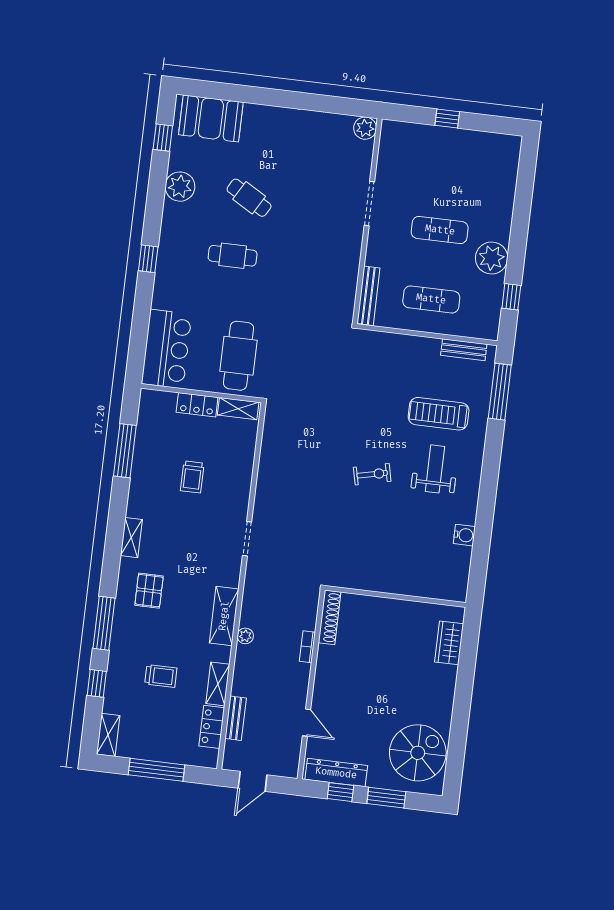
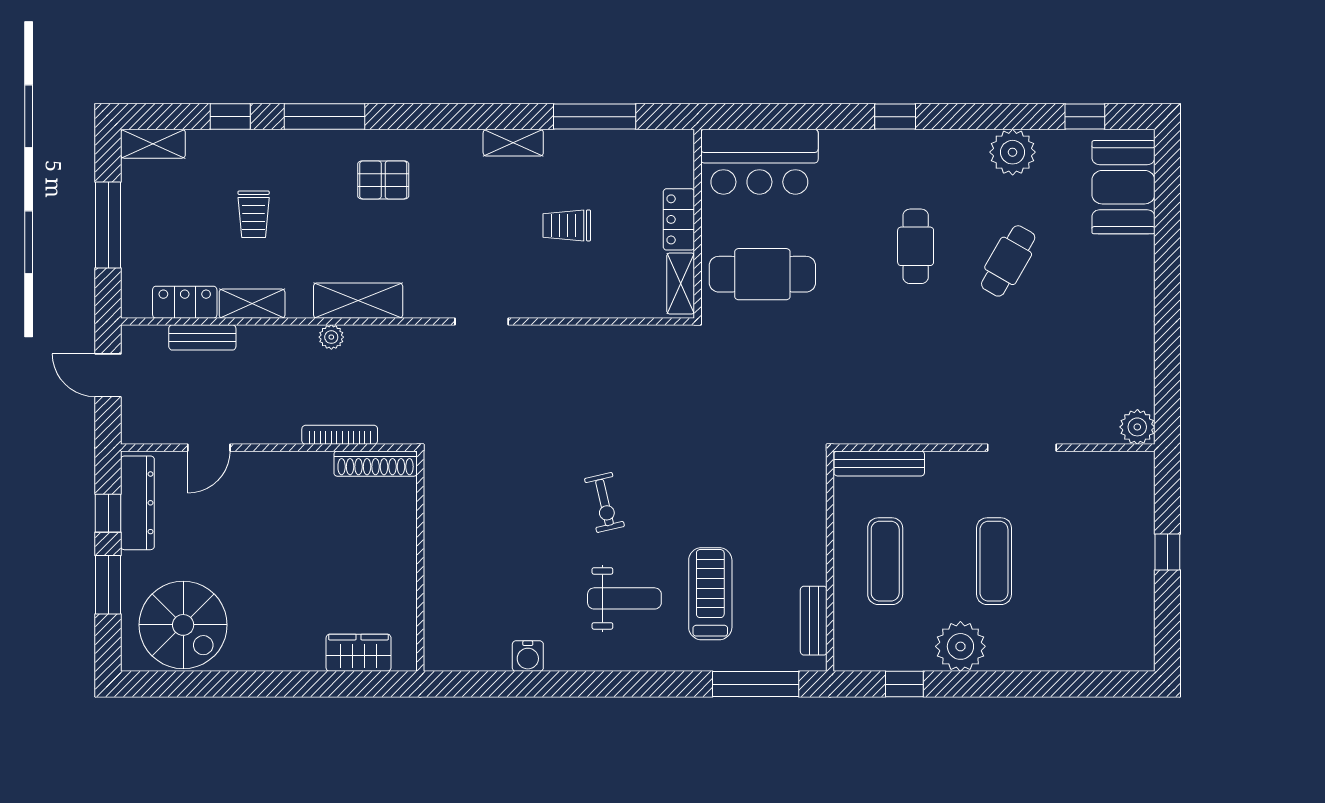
shelving: (131, 538) -> (513, 143), moved
bookcase: (307, 647) -> (340, 435), width x1.56

